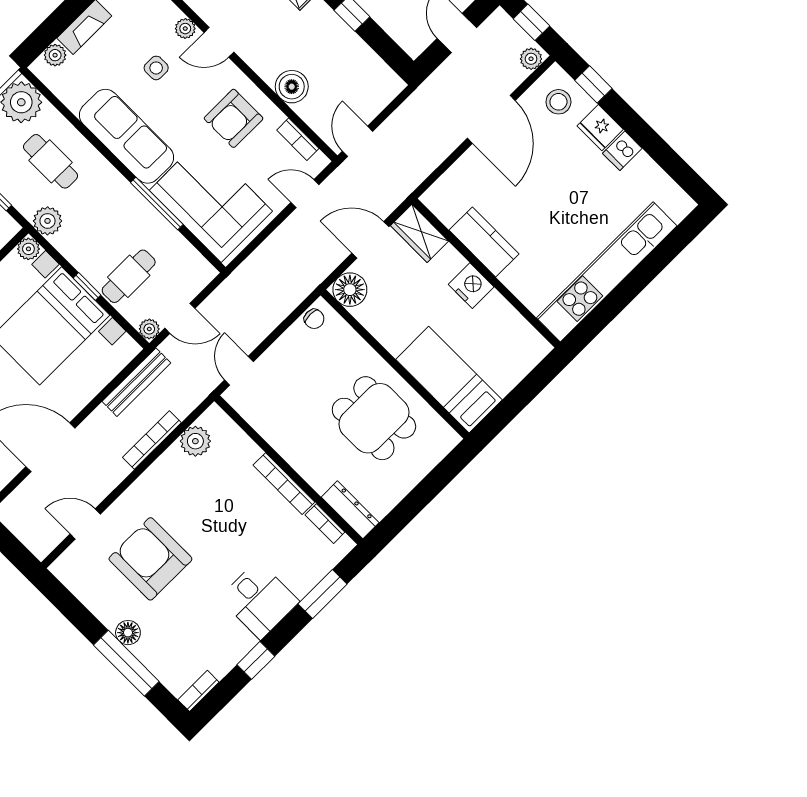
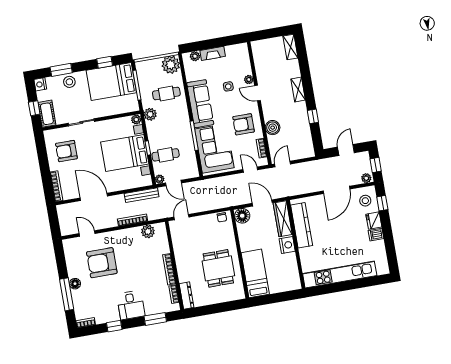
cafe table: (50, 161) -> (166, 93), turned 90
wardrobe: (420, 233) -> (283, 219), width x1.50
kitchen counter: (484, 242) -> (302, 225), width x1.50
armchair: (150, 559) -> (102, 263), turned -90

